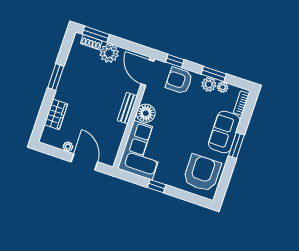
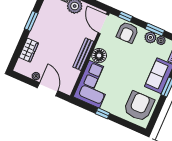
armchair: (179, 81) -> (127, 32), turned -90
bench: (127, 108) -> (83, 54), width x1.36

